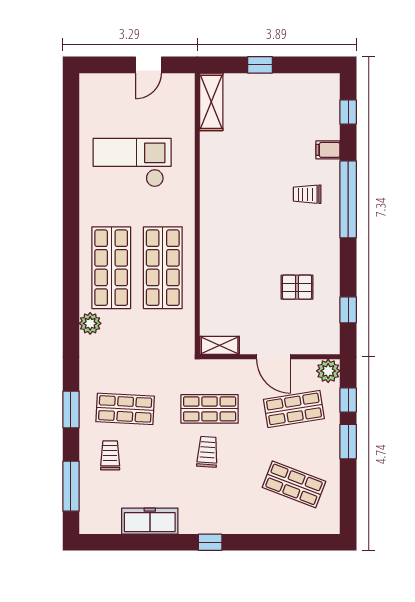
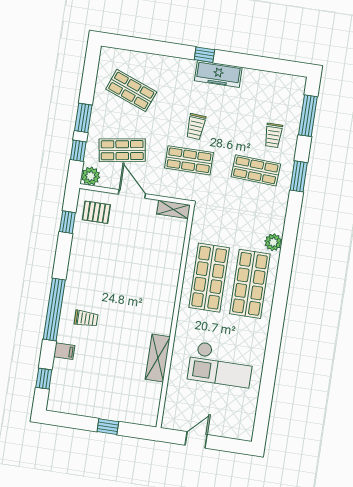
shelving: (211, 102) -> (158, 358), moved
pallet: (297, 287) -> (96, 212), moved
freezer: (150, 521) -> (218, 74), moved

